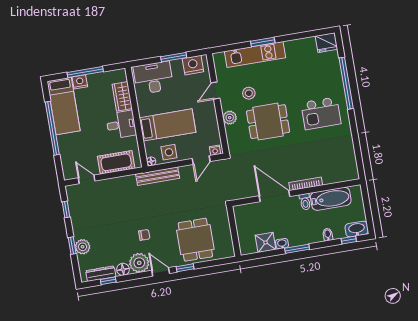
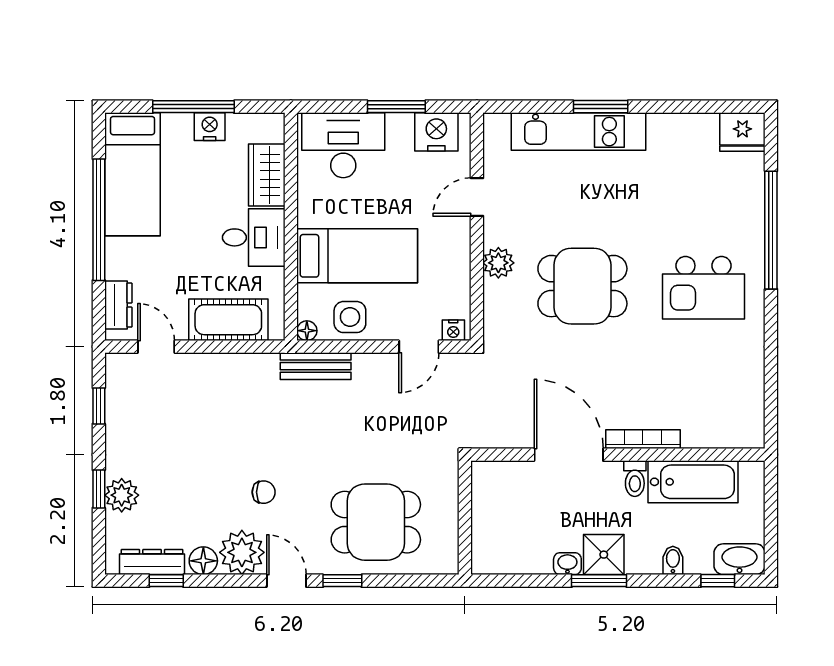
nightstand: (80, 82) -> (210, 127), moved
stool: (249, 93) -> (550, 216), removed
dresser: (67, 164) -> (118, 305), added
bench: (158, 176) -> (316, 366), width x0.73
dining table: (195, 240) -> (376, 522), turned 90
shower: (266, 242) -> (604, 555), moved

